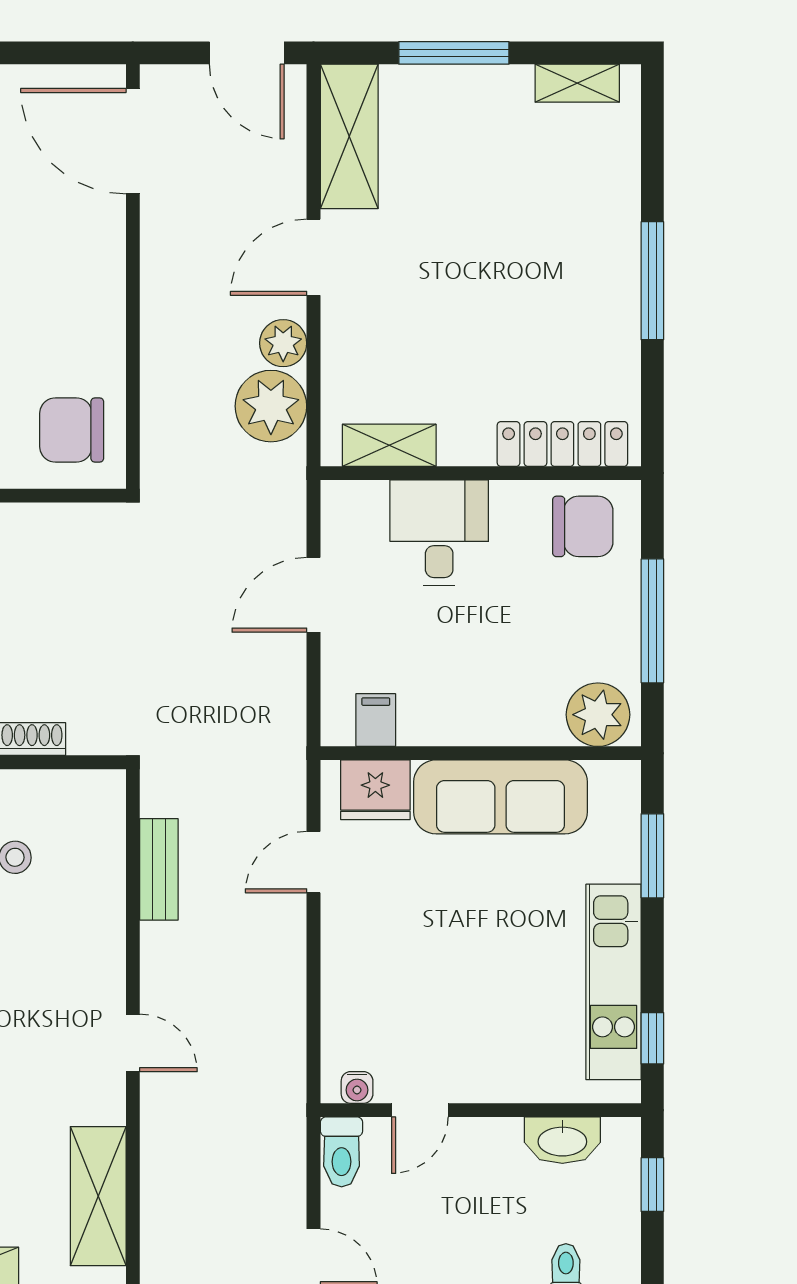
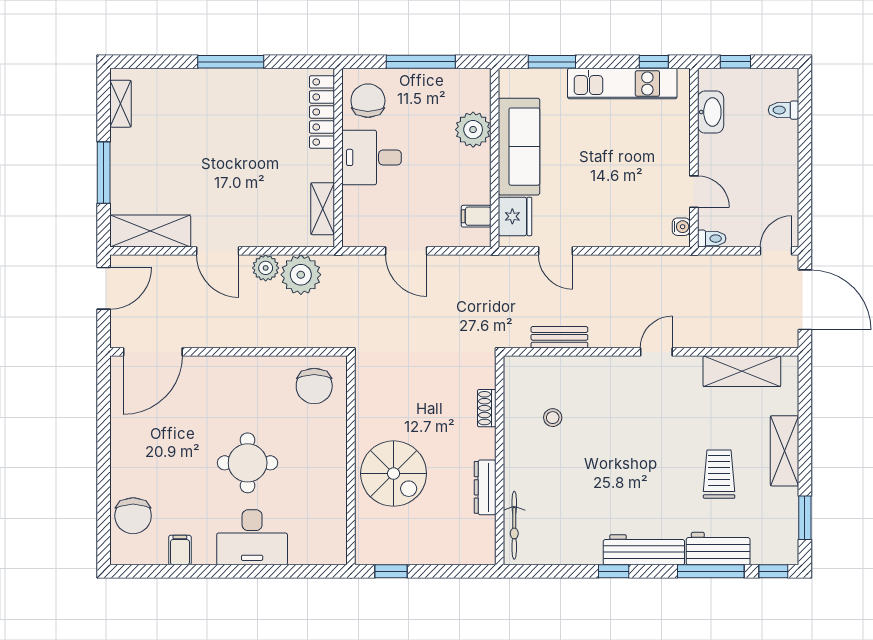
desk: (439, 533) -> (372, 157), moved
plant: (598, 715) -> (473, 130), moved
toilet: (342, 1152) -> (712, 239), width x0.73, depth x0.72

